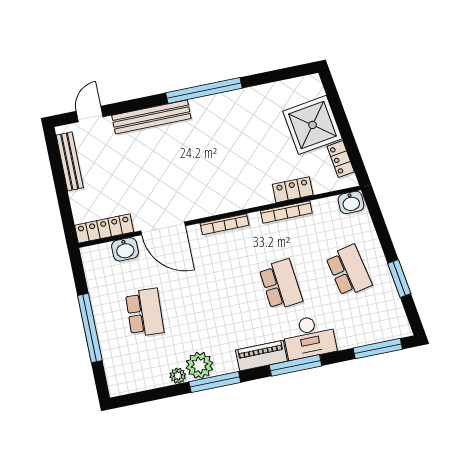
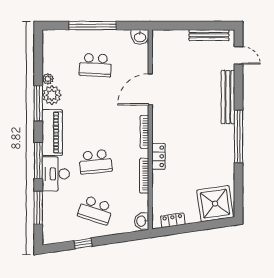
shower: (313, 125) -> (215, 204), moved
locker: (293, 190) -> (158, 156), moved
locker: (104, 229) -> (158, 49), removed
washbasin: (125, 249) -> (140, 37), moved, turned -90
school desk: (349, 271) -> (95, 210), turned 30
window: (399, 279) -> (83, 243), width x0.67
window: (378, 349) -> (38, 208), moved
piano: (261, 356) -> (52, 133), width x1.37, depth x1.33

